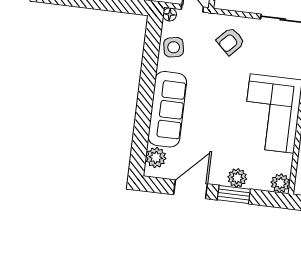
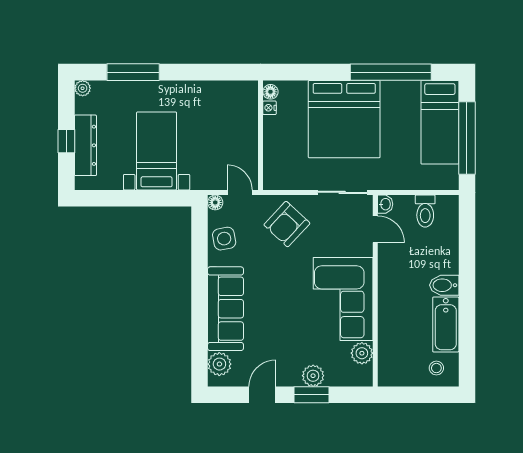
armchair: (231, 41) -> (287, 224), width x1.38, depth x1.38
plant: (280, 183) -> (362, 353), moved
door: (190, 189) -> (262, 395), width x0.73

